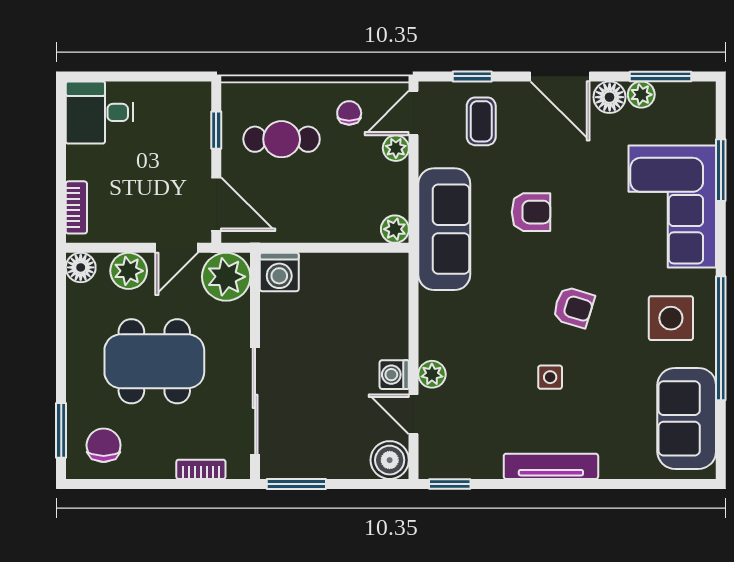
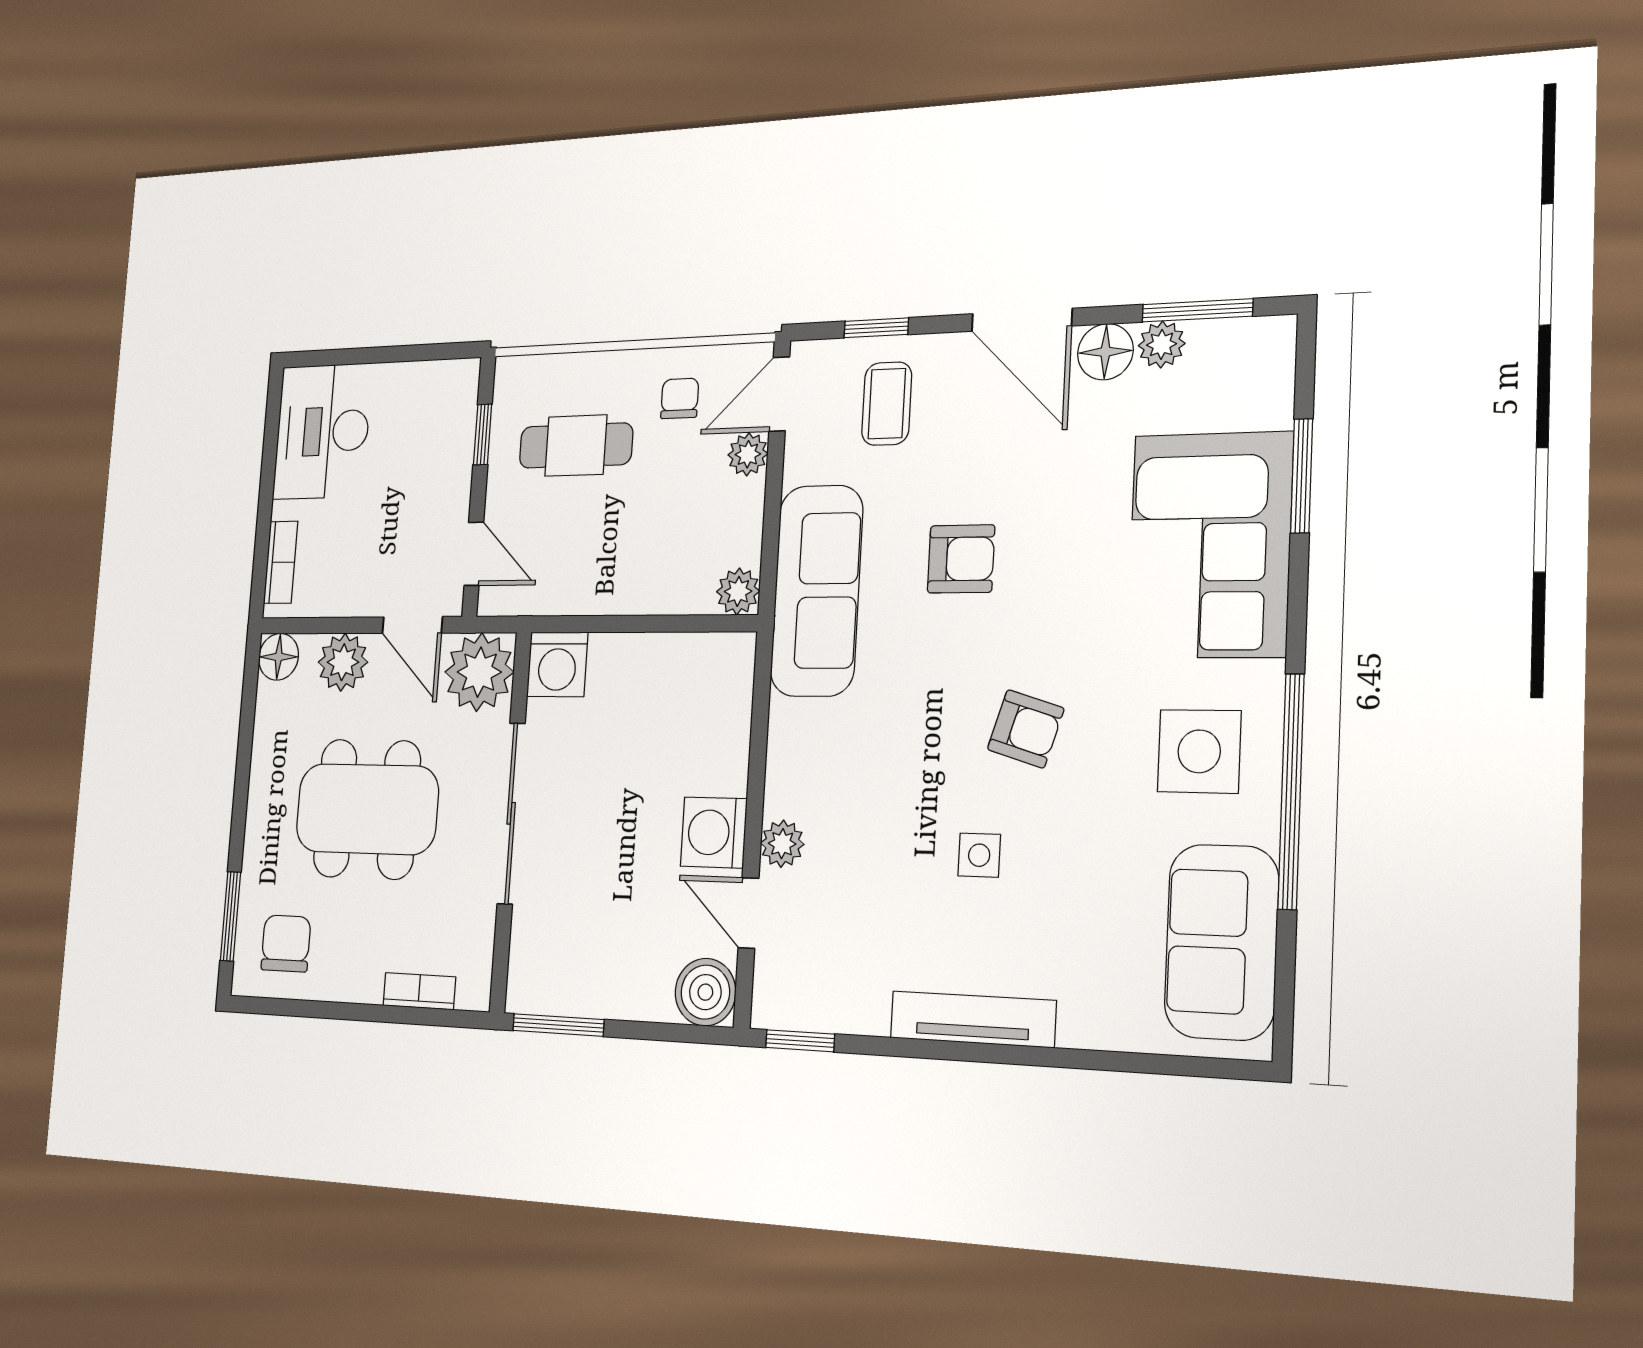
desk: (100, 112) -> (322, 431), width x1.37
door: (216, 204) -> (474, 554), width x0.73
door: (177, 248) -> (412, 625), hinge flipped
washing machine: (394, 375) -> (714, 832), width x1.38, depth x1.38
sliding door: (255, 401) -> (511, 813), moved

